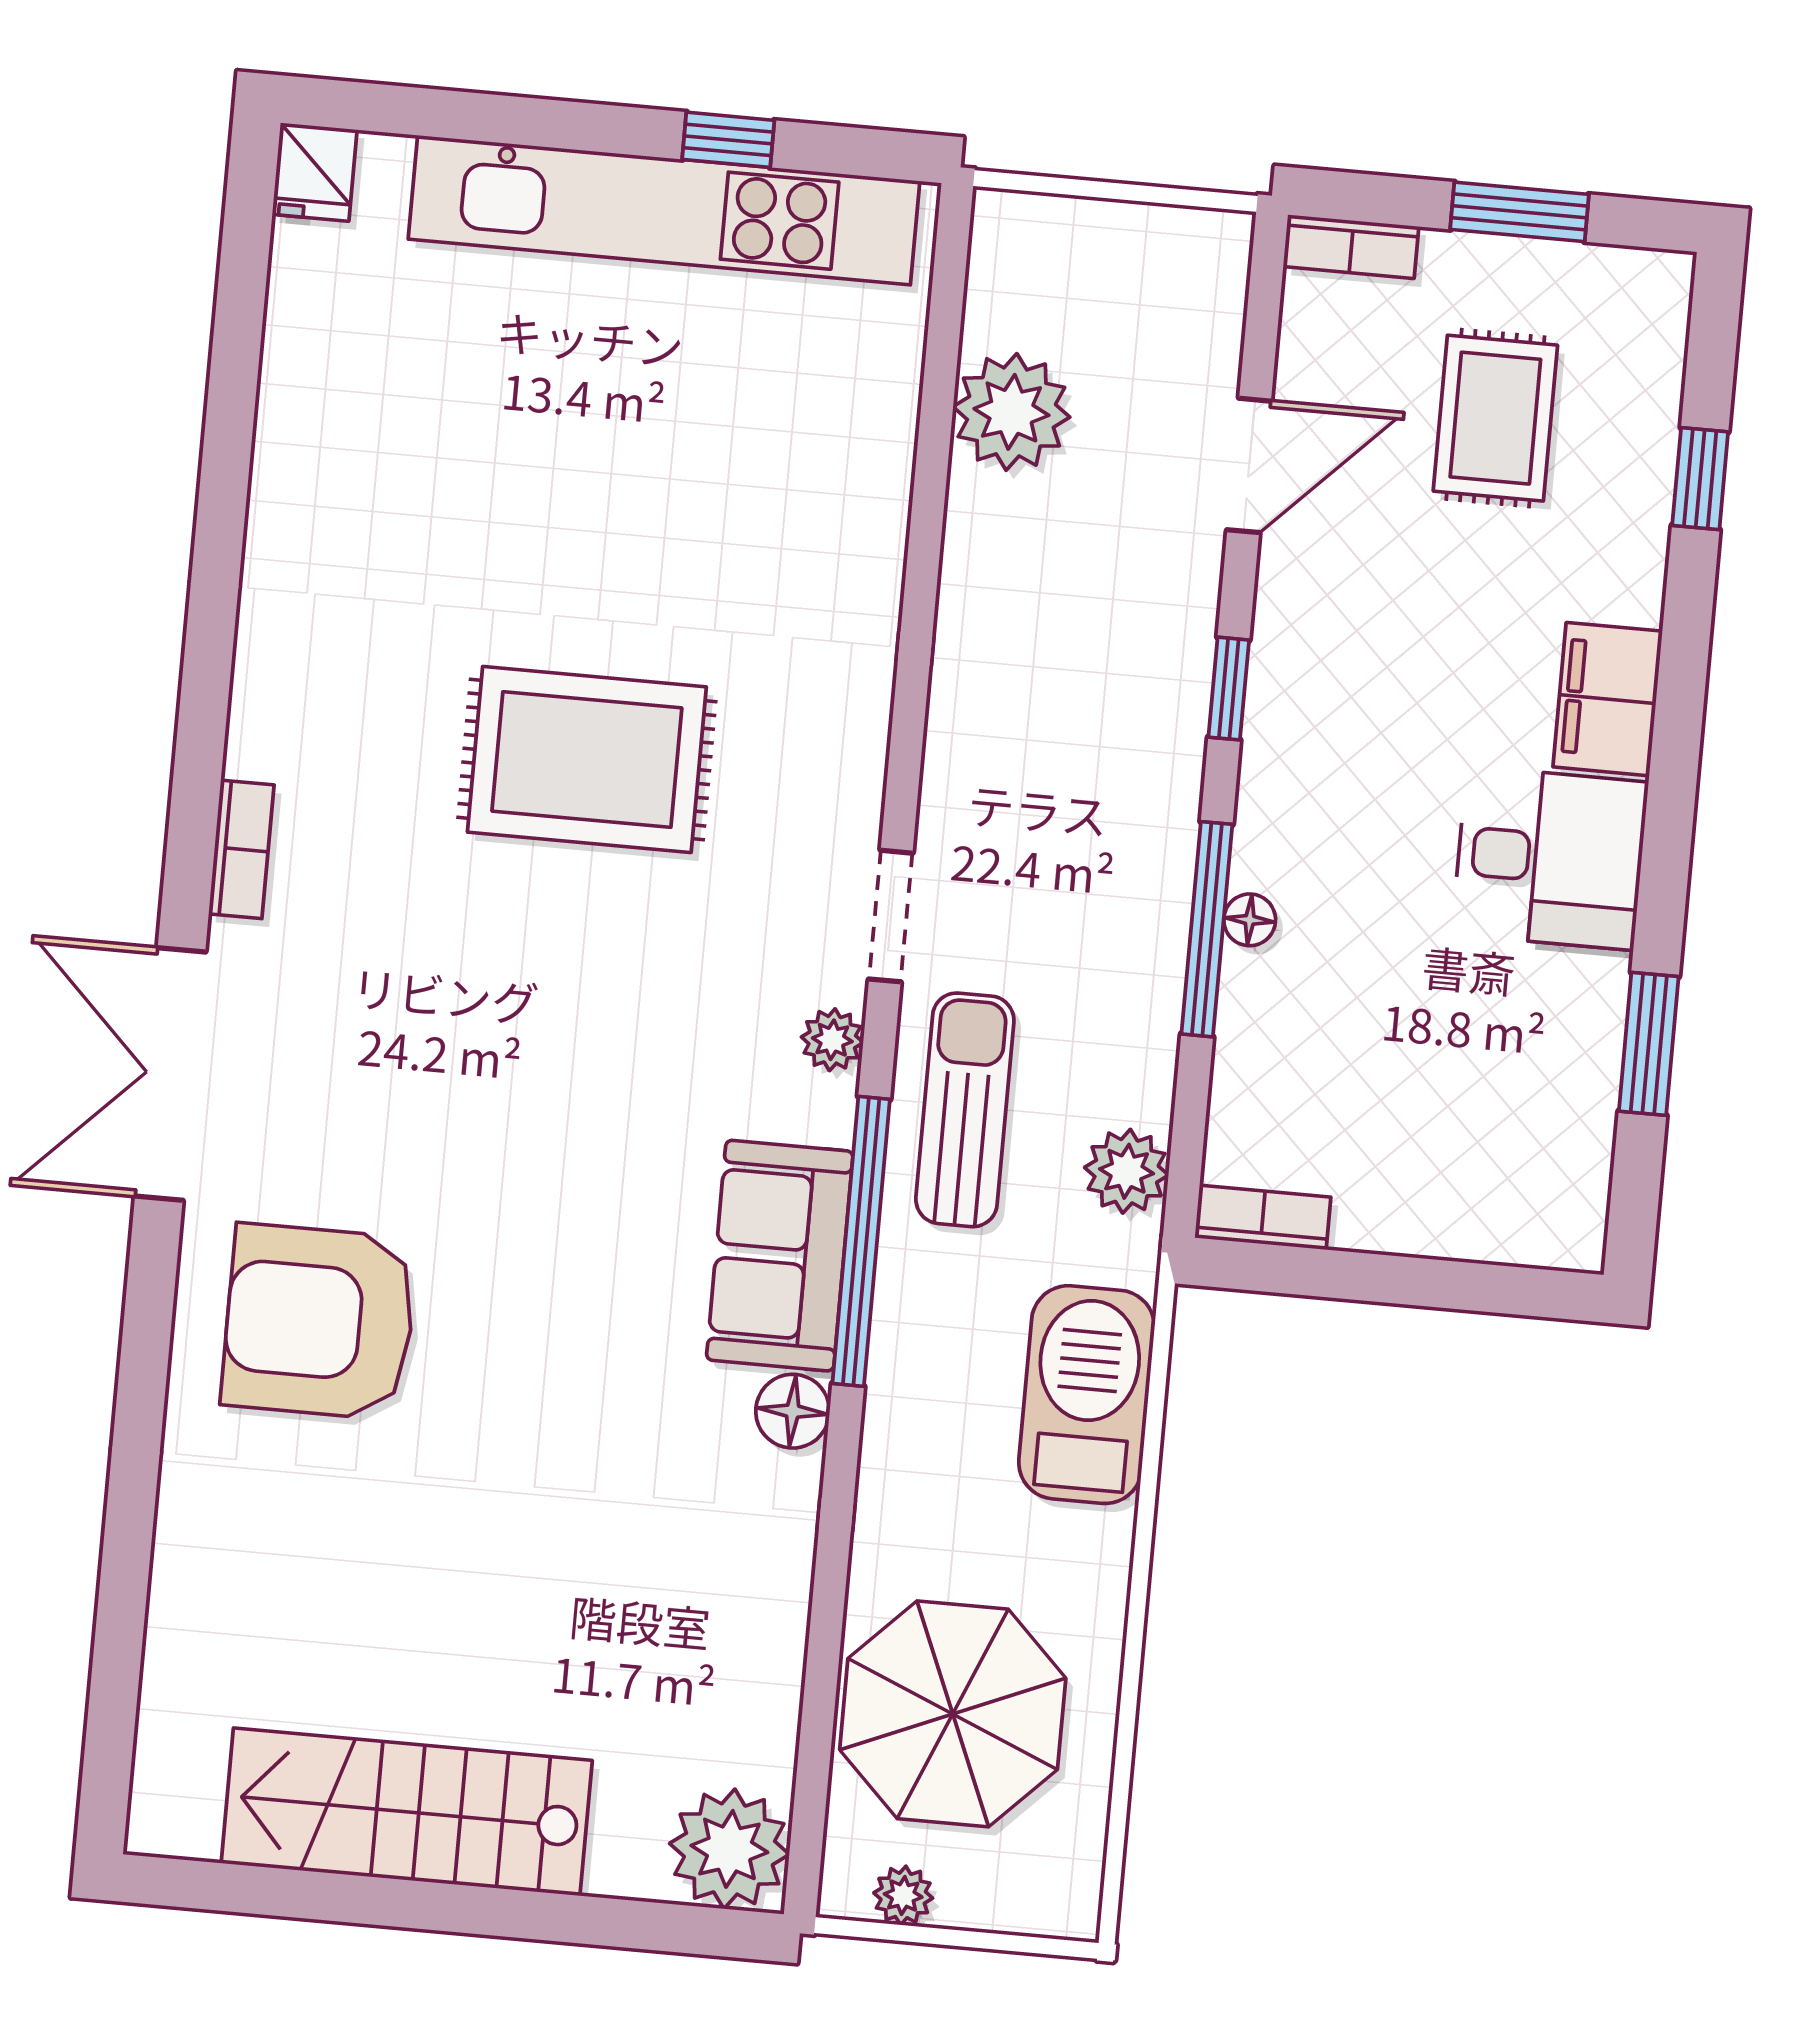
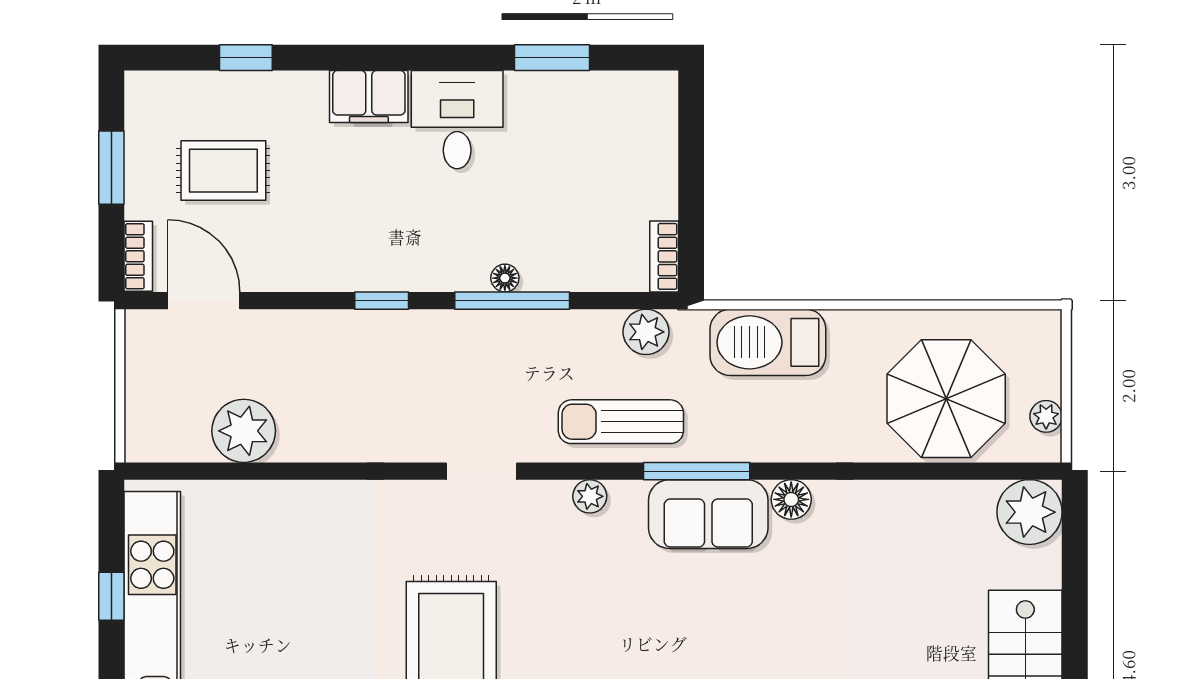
door: (1249, 465) -> (204, 301), moved
doorway: (891, 916) -> (482, 471), moved
window: (861, 1241) -> (697, 471), width x0.68

